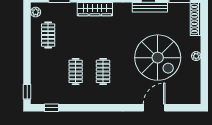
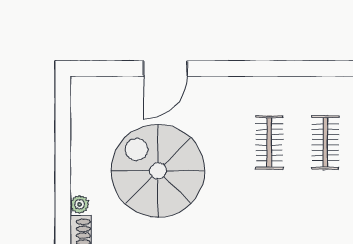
plant: (196, 56) -> (79, 204), moved

